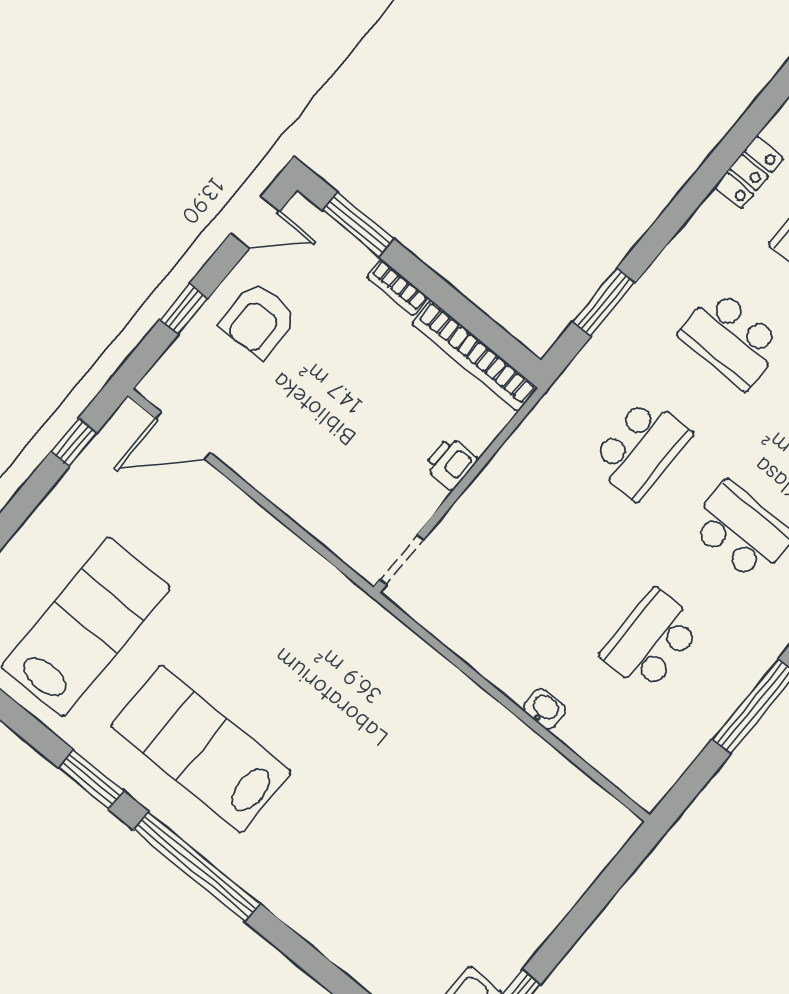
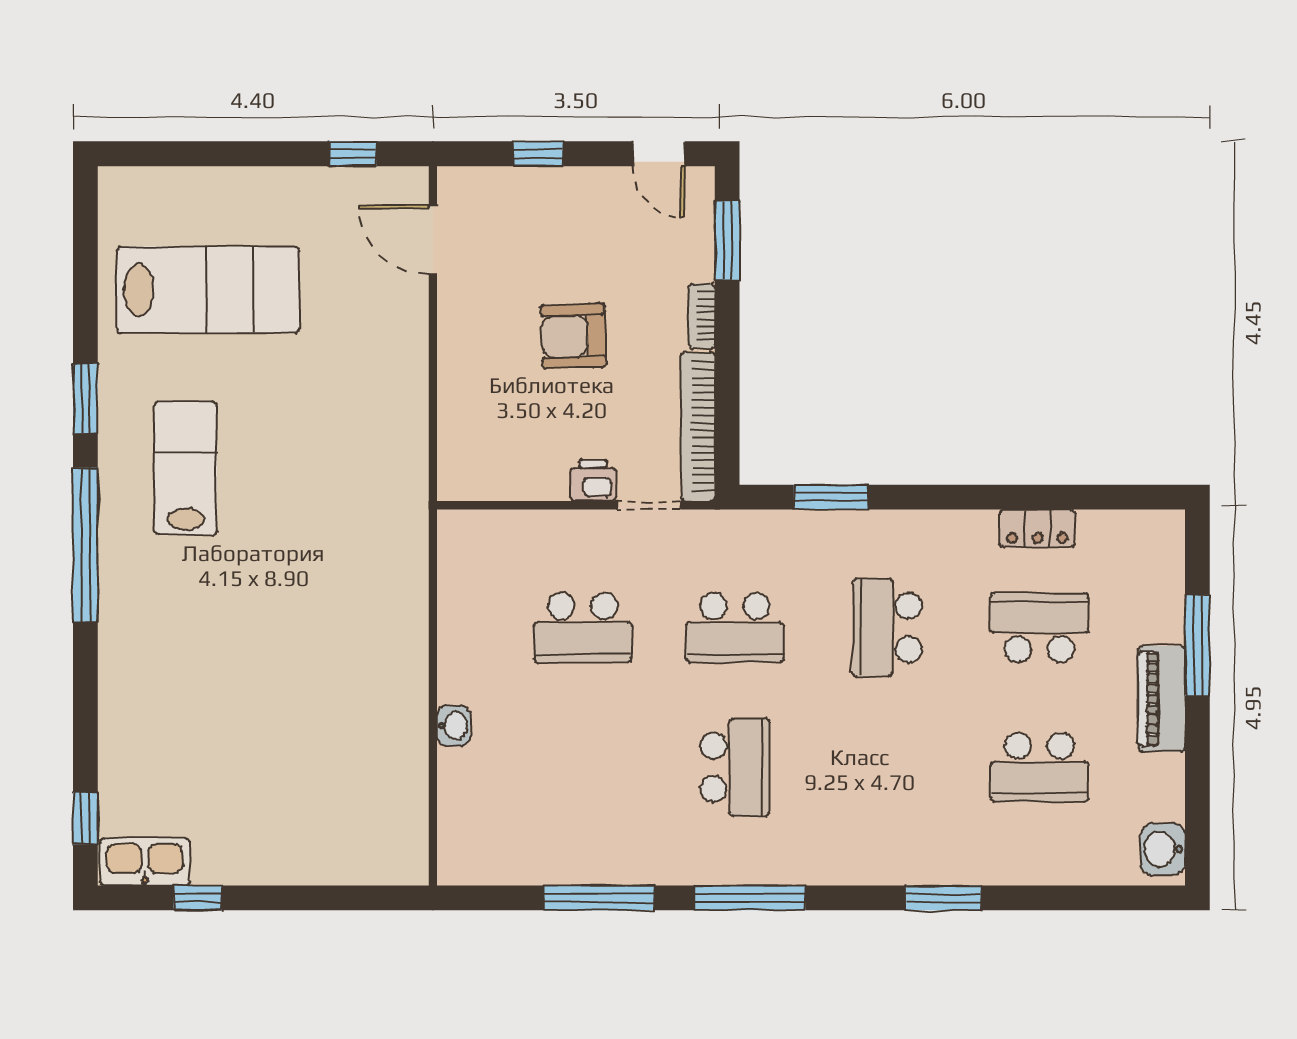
armchair: (258, 320) -> (573, 336), moved
doorway: (402, 559) -> (649, 505), moved
school desk: (651, 641) -> (583, 628), moved, turned 180
lab bench: (201, 749) -> (186, 468), width x0.73, depth x0.72

